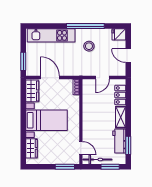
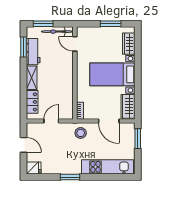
window: (85, 26) -> (70, 177), width x0.47
stool: (89, 46) -> (81, 133), moved
window: (65, 167) -> (111, 24), moved

